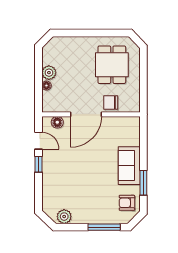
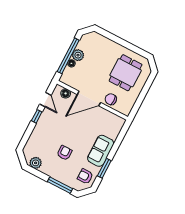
window: (38, 79) -> (68, 56), added
armchair: (90, 189) -> (64, 153), added

